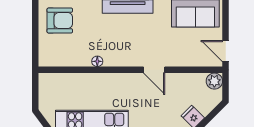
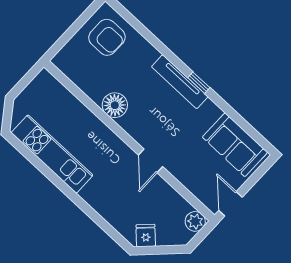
floor lamp: (97, 61) -> (115, 105), width x1.89, depth x1.89

